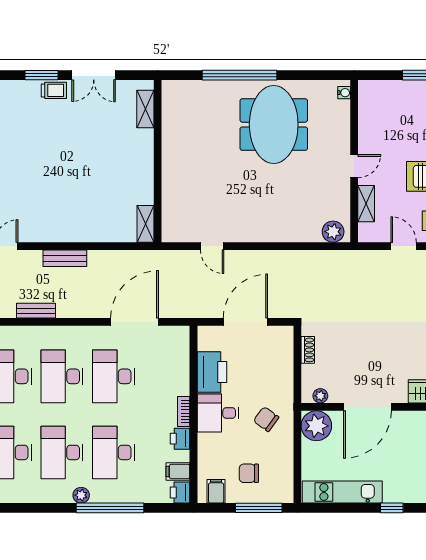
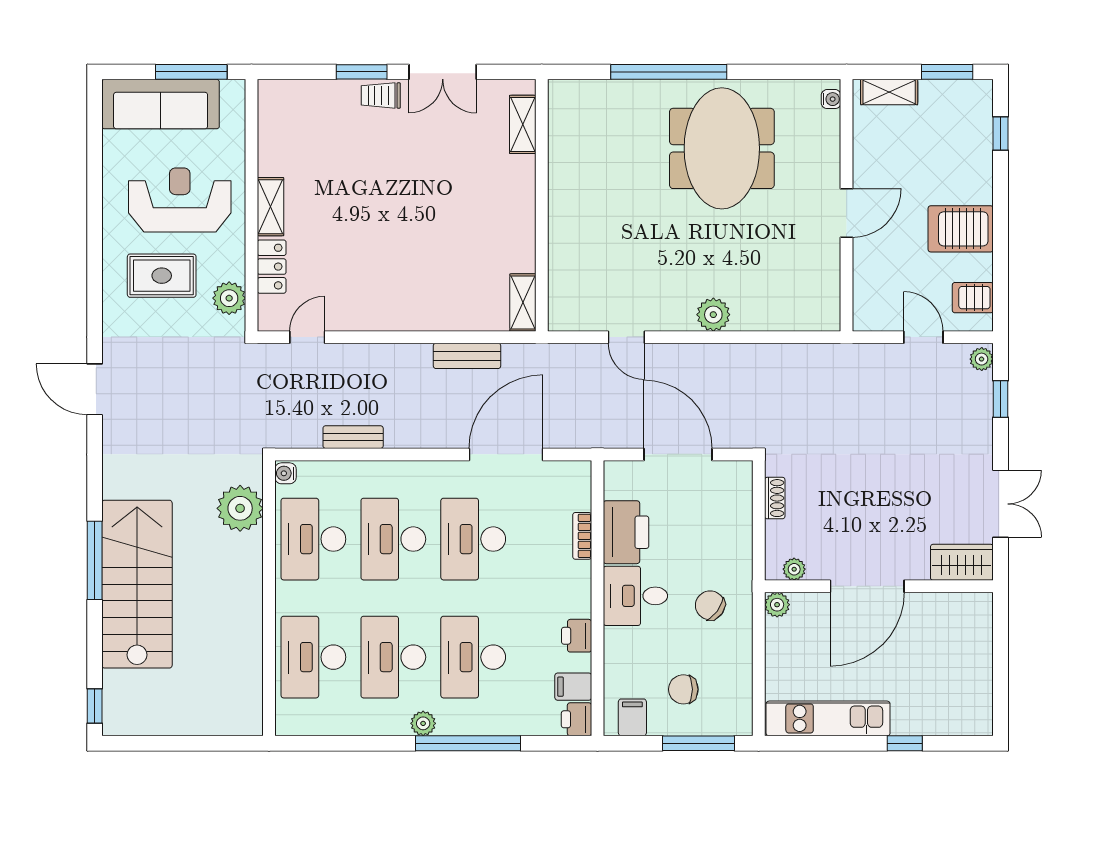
trolley: (54, 90) -> (381, 95), turned 180
door: (354, 166) -> (847, 213), width x1.38
shelving: (366, 204) -> (889, 92), moved, turned 90
plant: (333, 232) -> (713, 315), moved
bench: (65, 258) -> (467, 356), moved
door: (245, 322) -> (678, 454), hinge flipped
bookcase: (184, 411) -> (582, 536), moved
plant: (316, 426) -> (777, 605), width x0.53, depth x0.53

